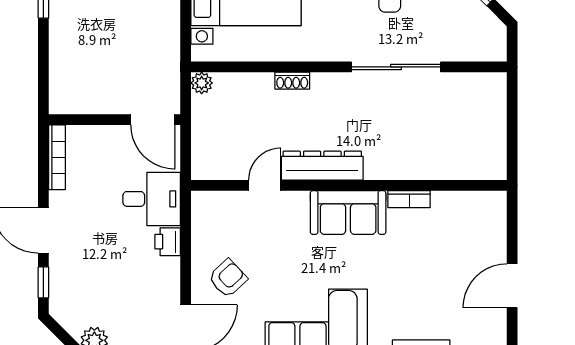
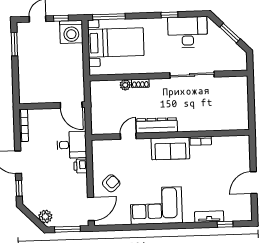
plant: (202, 83) -> (125, 85), moved

